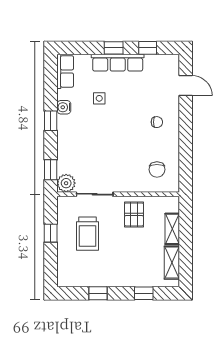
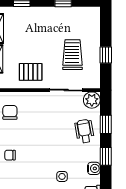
wheelchair: (74, 149) -> (84, 131), added
window: (51, 170) -> (106, 124), moved
pallet: (134, 214) -> (31, 72), turned 90

